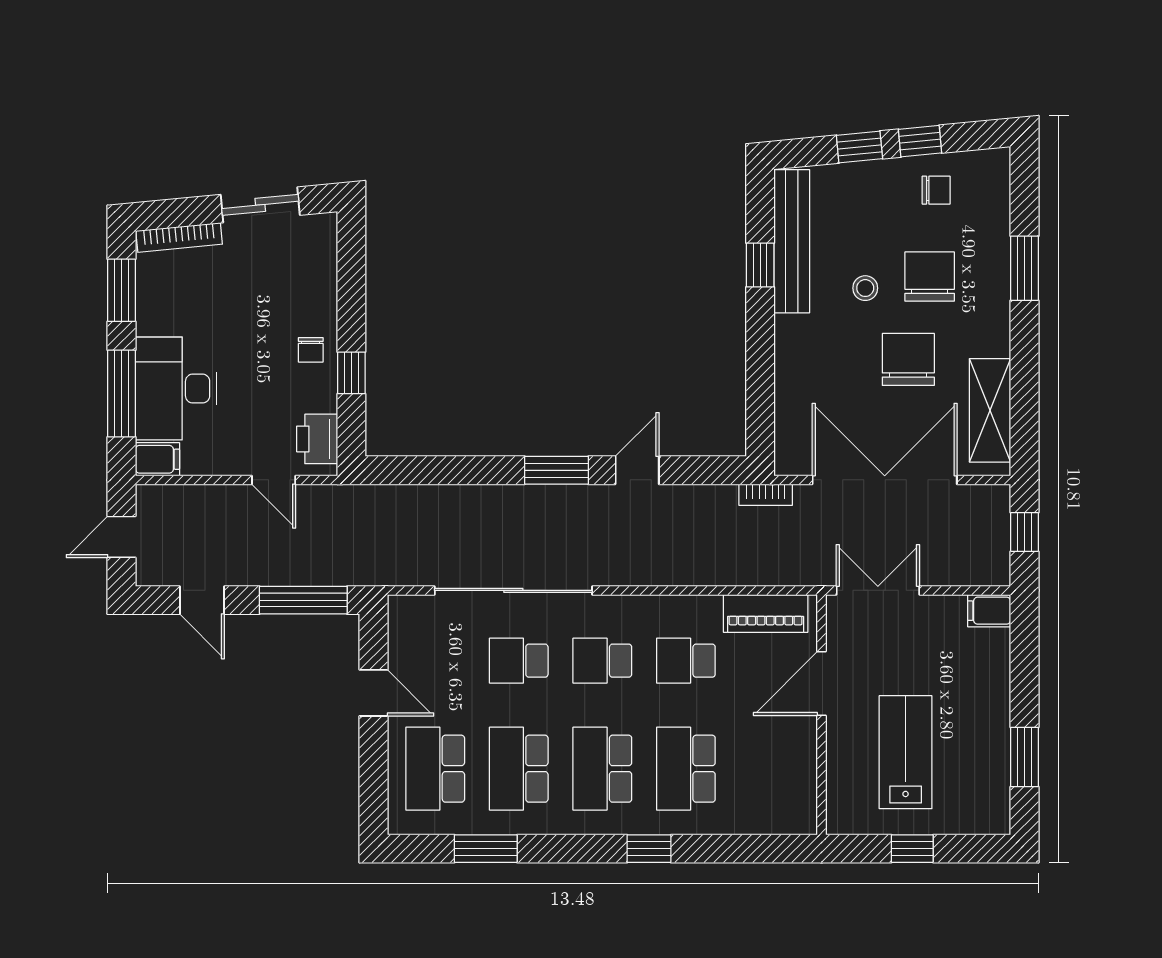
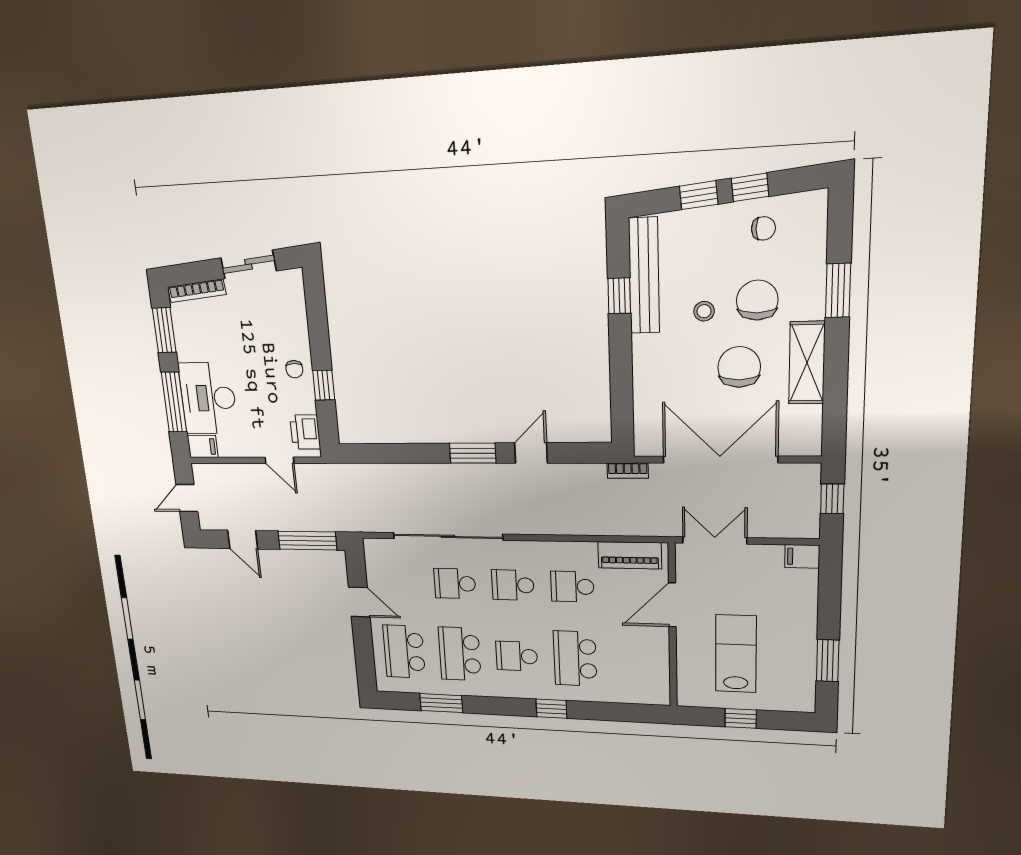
shelving: (990, 410) -> (807, 363), moved
school desk: (602, 769) -> (517, 656), width x0.54

